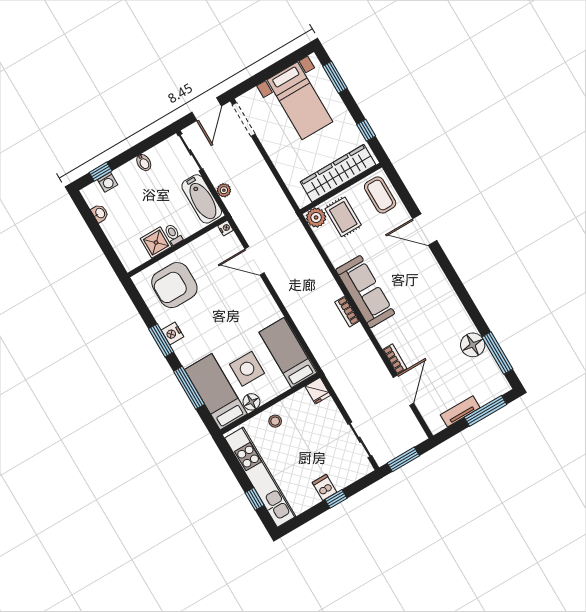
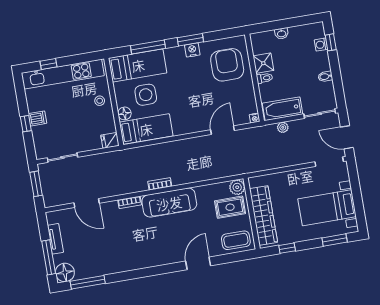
washbasin: (100, 213) -> (282, 33), moved
floor lamp: (473, 345) -> (65, 272), moved
bookcase: (395, 359) -> (130, 202), moved
floor lamp: (251, 402) -> (125, 113), moved

